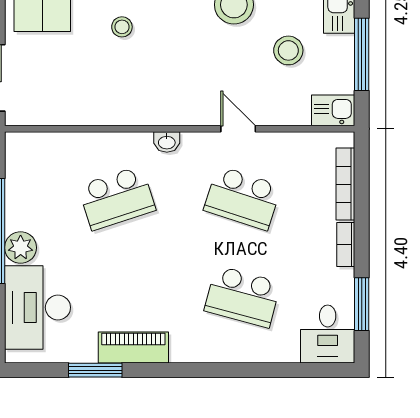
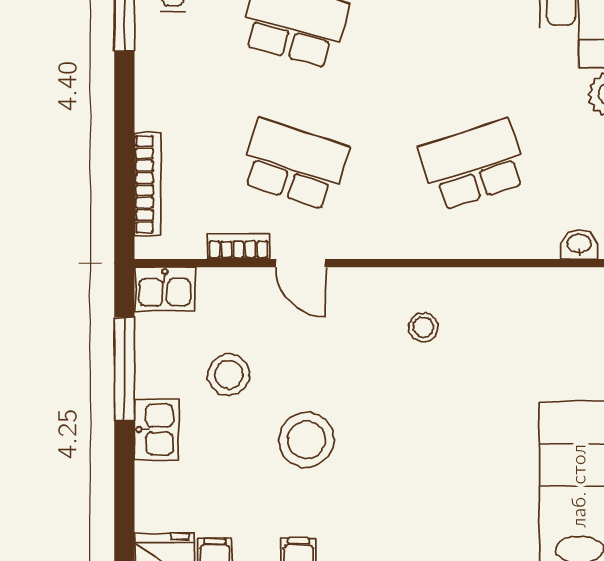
stool: (122, 27) -> (423, 327), moved
washbasin: (167, 142) -> (579, 244), moved
bookcase: (346, 245) -> (238, 246), moved, turned -90

